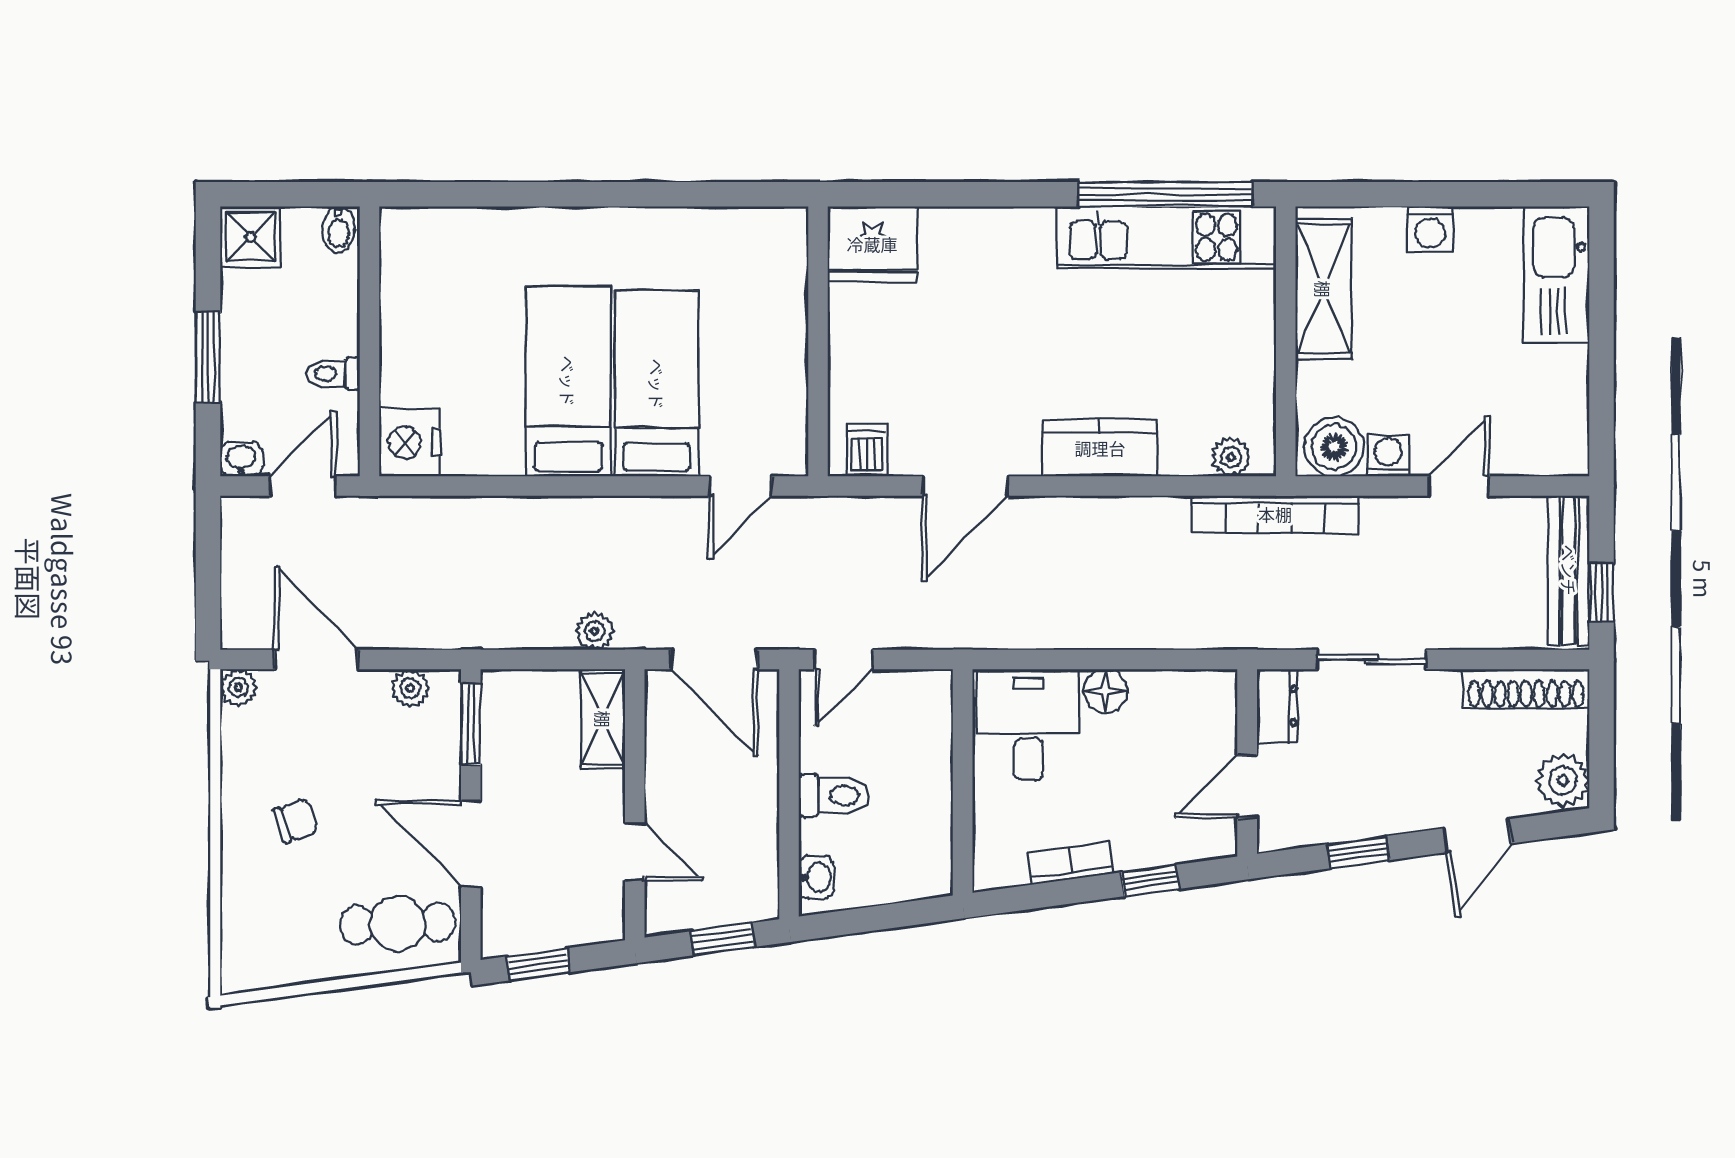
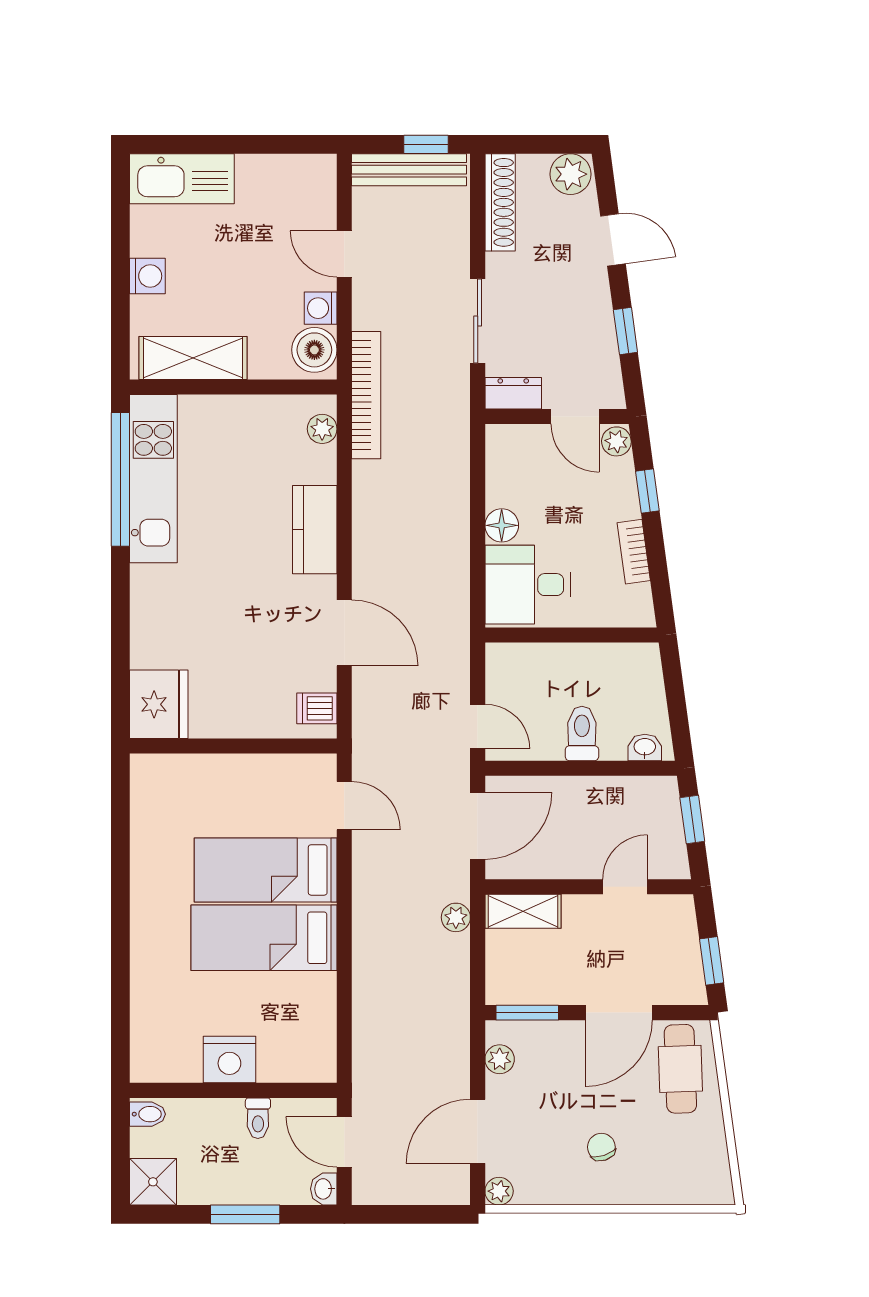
nightstand: (410, 442) -> (229, 1060), moved
plant: (1215, 840) -> (616, 441), added

